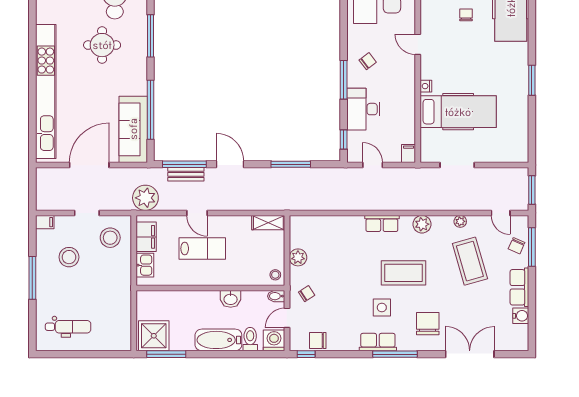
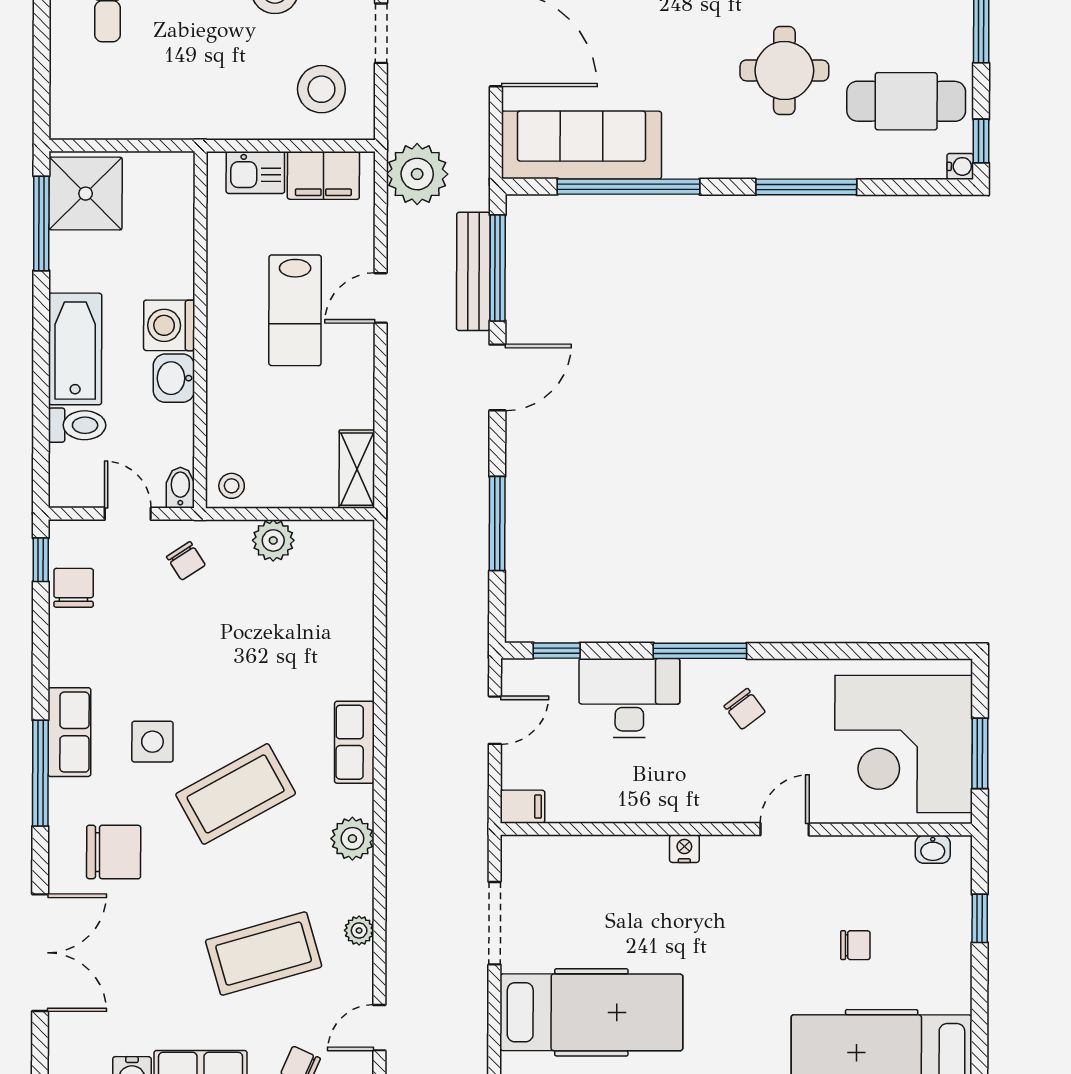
hospital bed: (458, 112) -> (591, 1012), moved, turned -90
bench: (186, 174) -> (473, 271), width x1.36
coffee table: (404, 273) -> (236, 794), turned 61
washing machine: (274, 340) -> (169, 325), moved, turned 180

